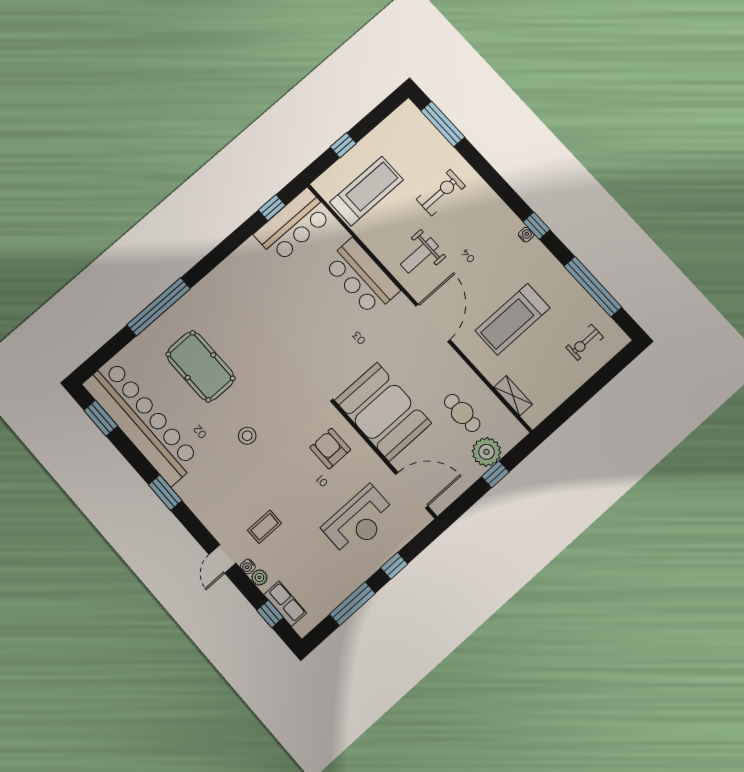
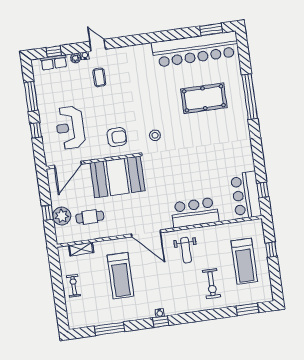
window: (443, 124) -> (247, 309), width x0.69
treadmill: (367, 191) -> (244, 261), moved
weight bench: (419, 255) -> (186, 250), turned 180
window: (593, 287) -> (109, 329), width x0.68
treadmill: (512, 319) -> (120, 276), turned 180
exercise bike: (585, 342) -> (74, 286), moved
stool: (247, 436) -> (155, 135), moved
window: (165, 493) -> (151, 38), removed

